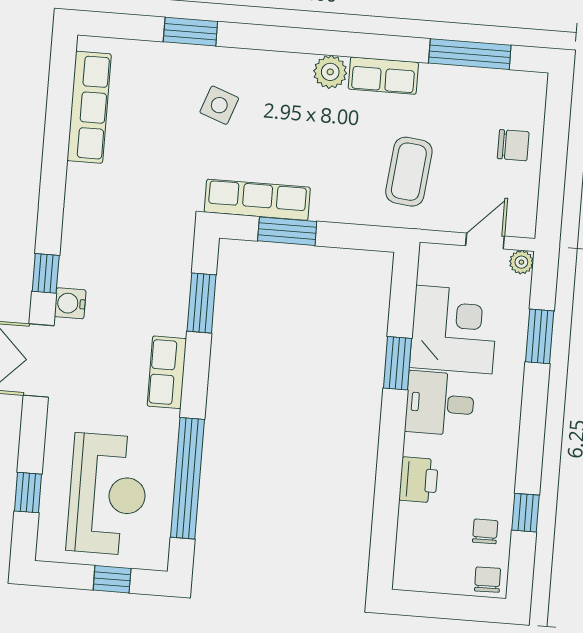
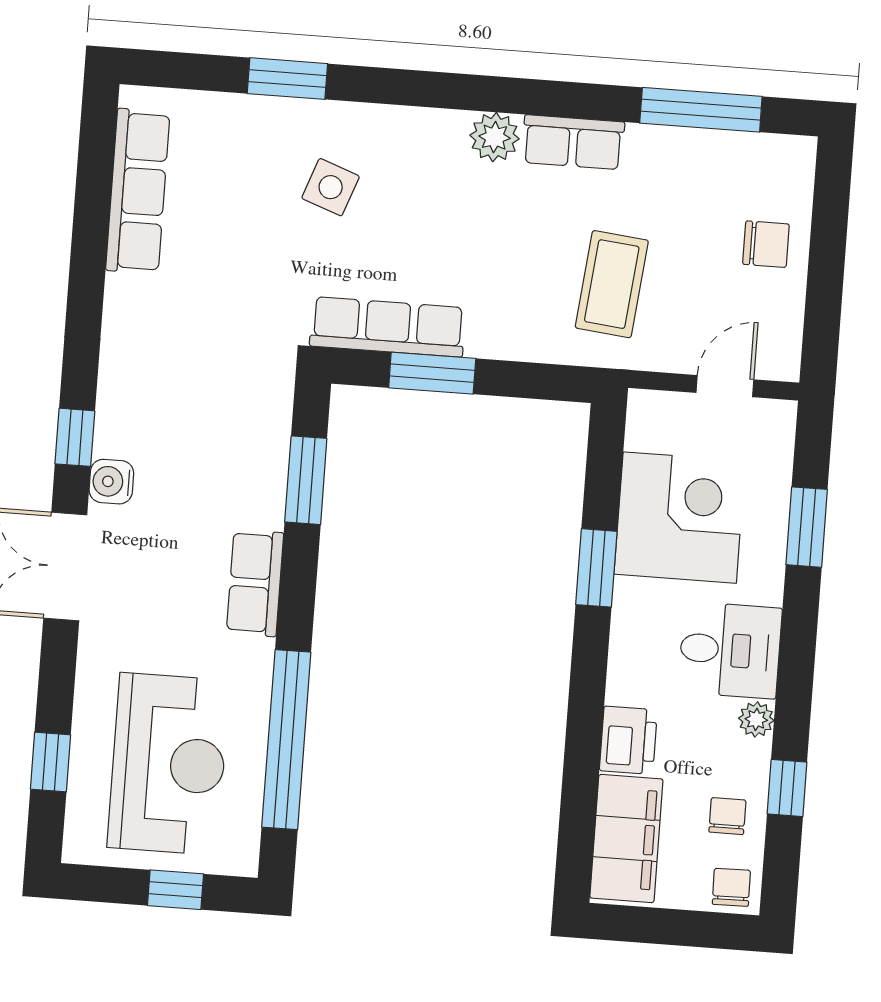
plant: (521, 262) -> (756, 719), moved
desk: (440, 403) -> (730, 650), moved, turned 180
filing cabinet: (417, 546) -> (626, 839), added

